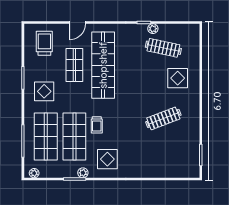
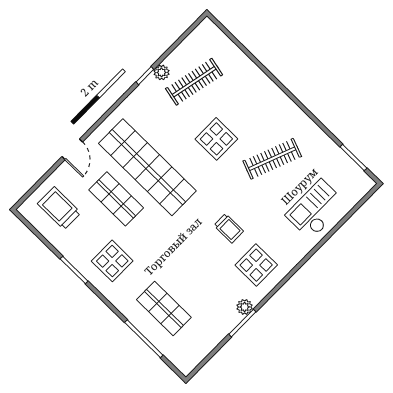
display table: (178, 78) -> (216, 139), moved
clothes rail: (163, 118) -> (272, 159), turned 42
trolley: (97, 125) -> (229, 228), moved
shop shelf: (46, 136) -> (164, 308), width x0.70, depth x0.74
shop shelf: (74, 136) -> (195, 277), removed
checkout: (160, 161) -> (316, 209), added
plant: (34, 173) -> (192, 361), removed

